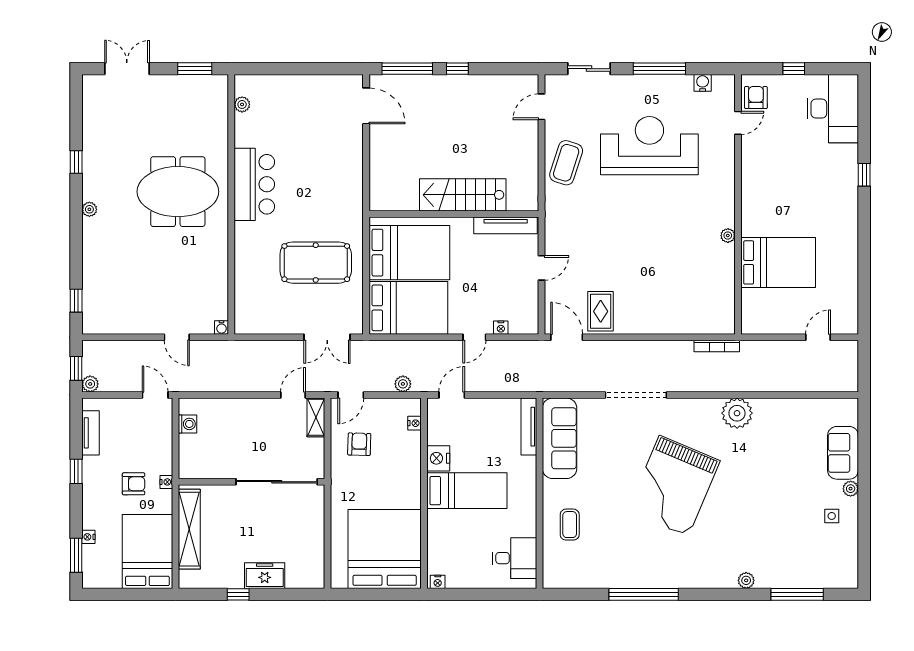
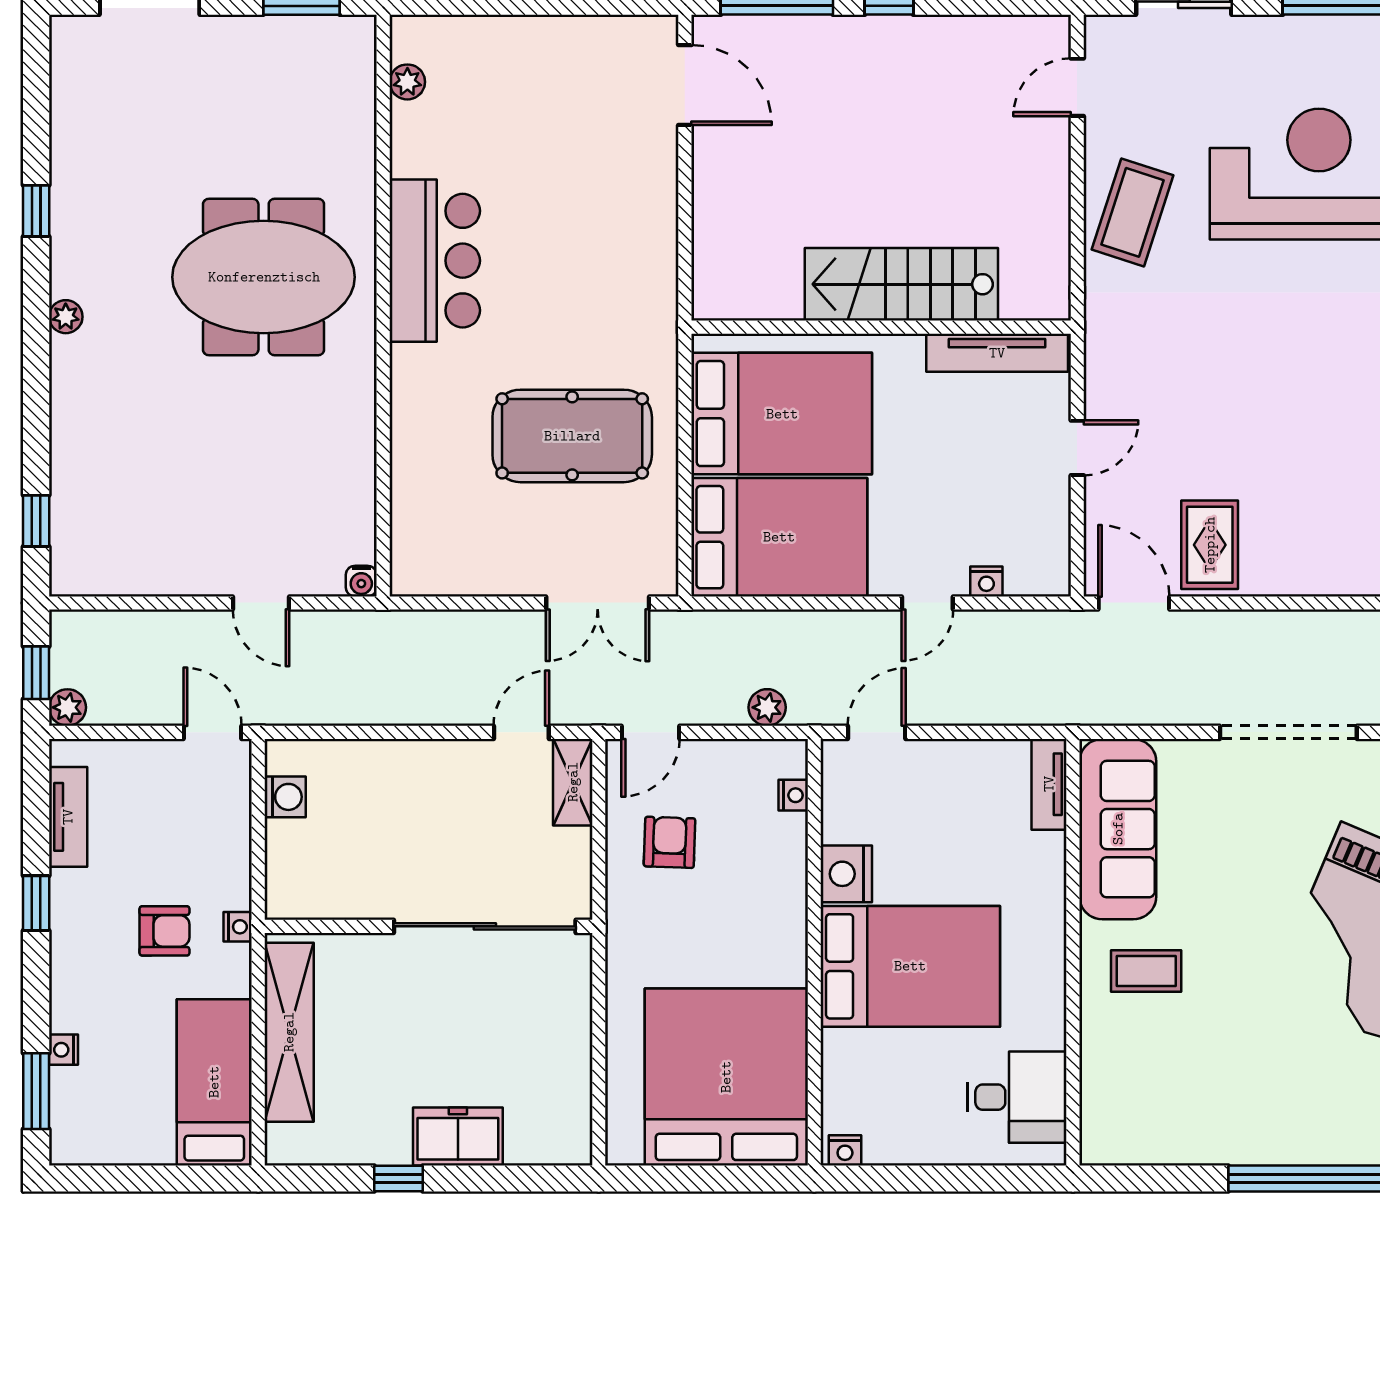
tv unit: (529, 427) -> (1049, 784), width x0.71
bed: (467, 491) -> (910, 966), width x1.50
coffee table: (570, 525) -> (1146, 971), moved, turned 90
bed: (147, 551) -> (214, 1082), width x0.67

